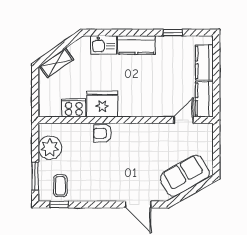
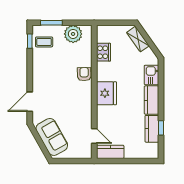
kitchen counter: (204, 62) -> (152, 129), moved, turned -90
fridge: (102, 104) -> (106, 93), moved

